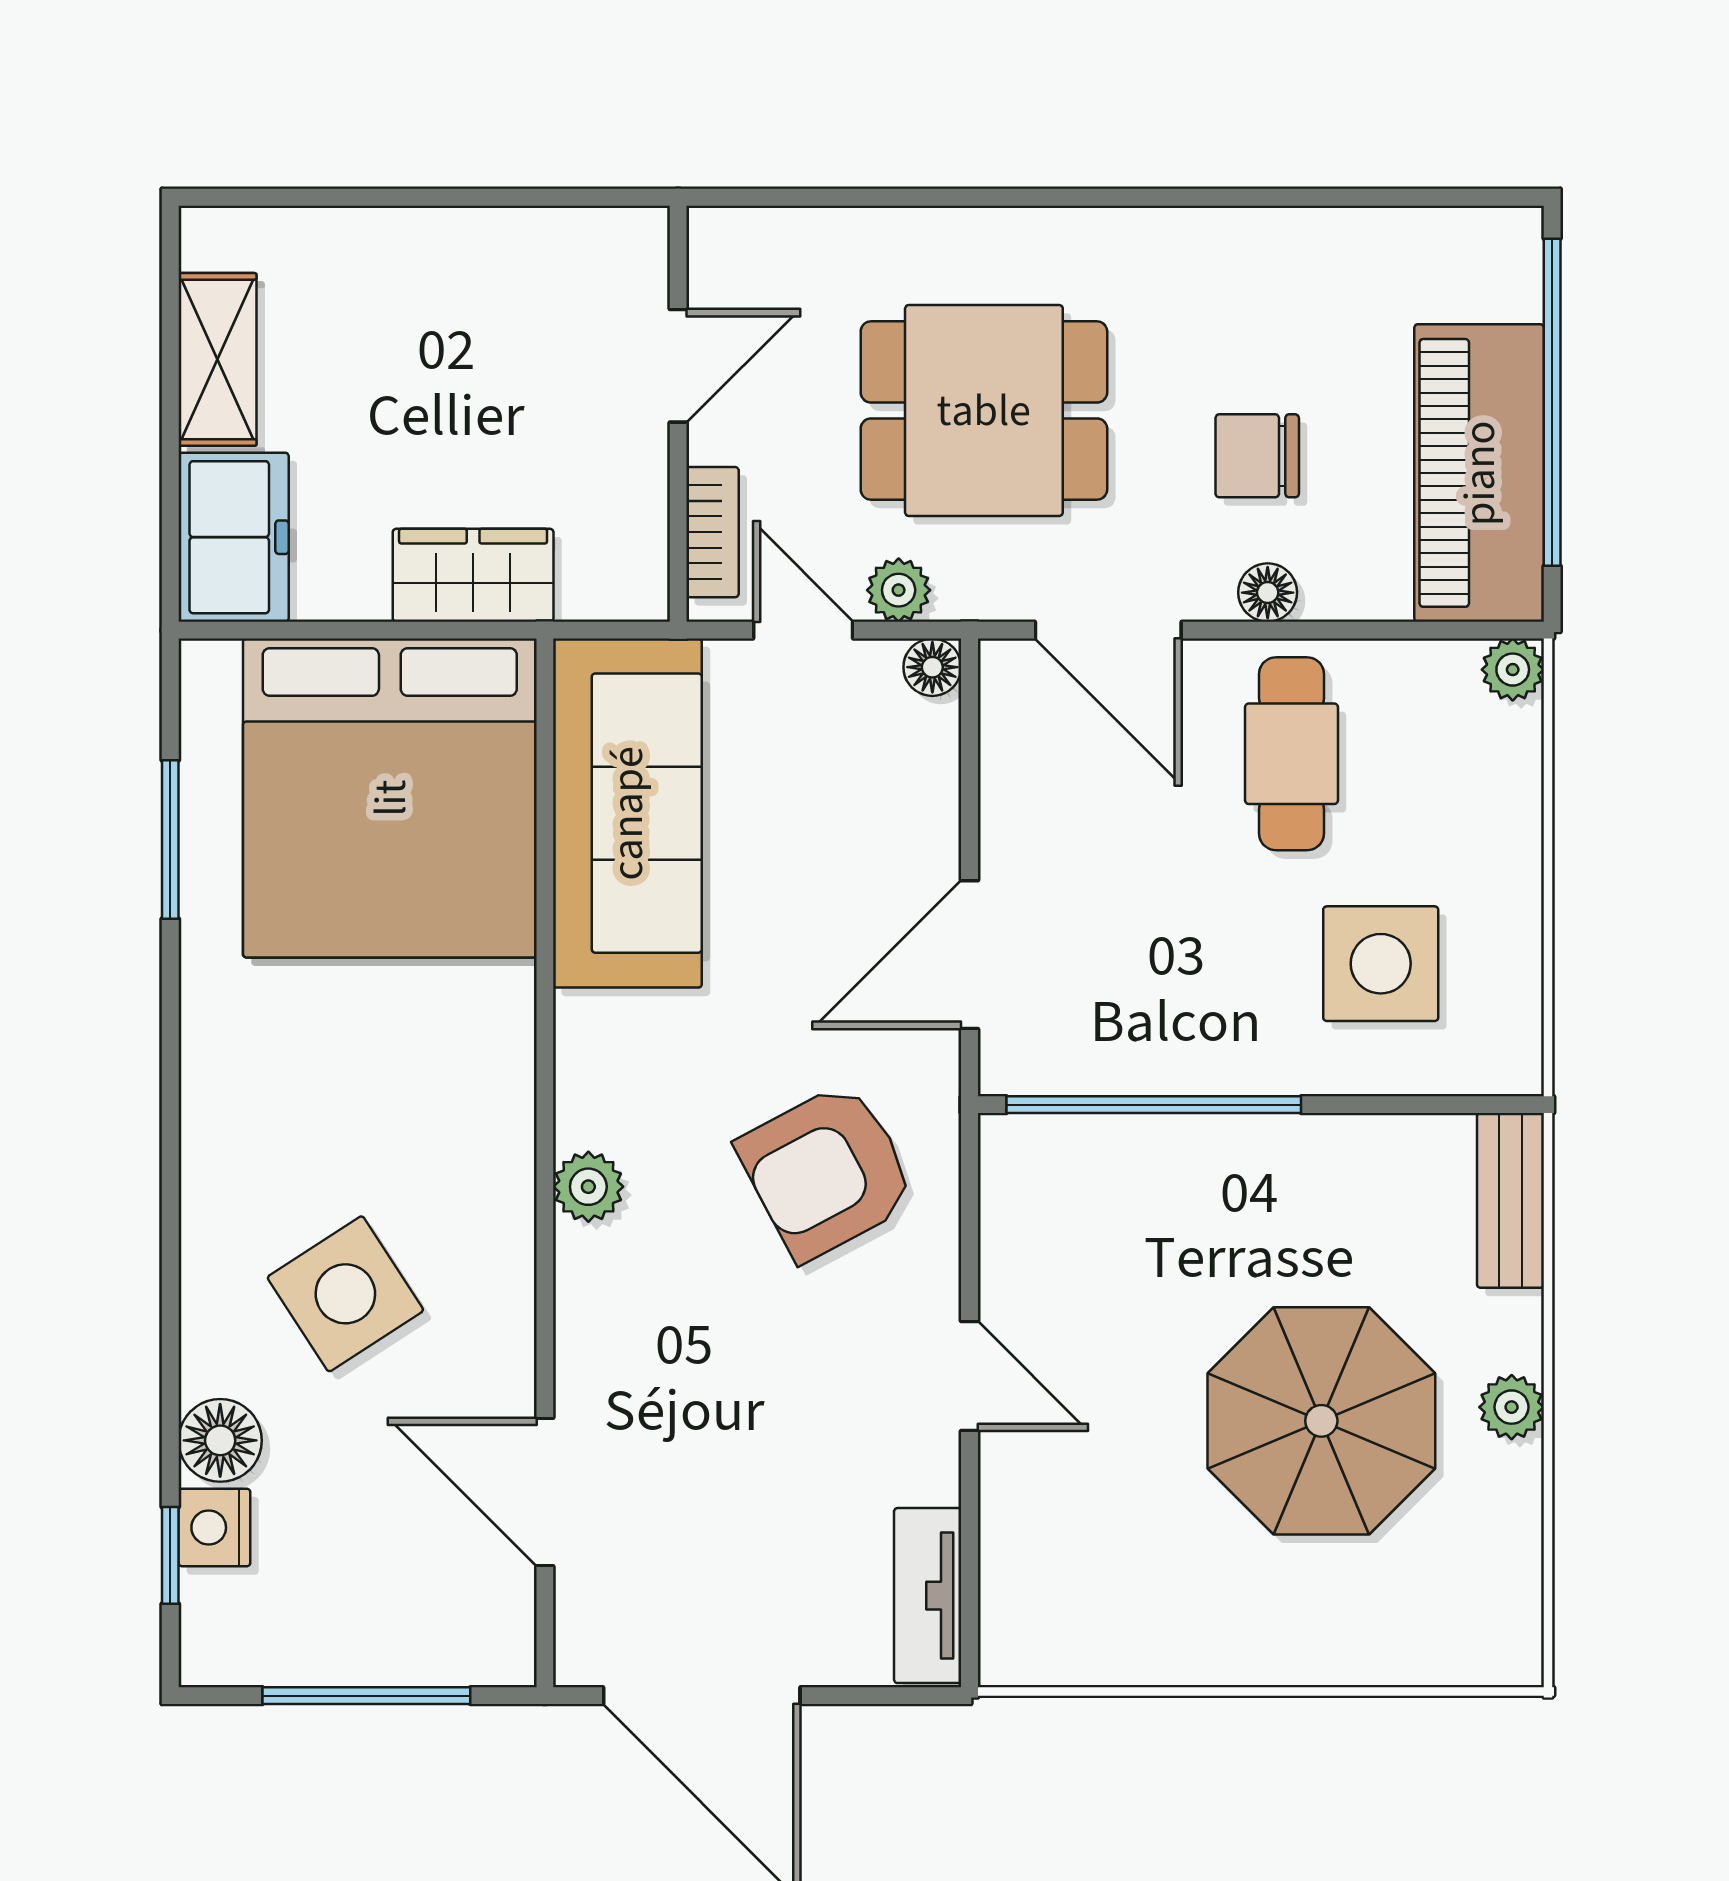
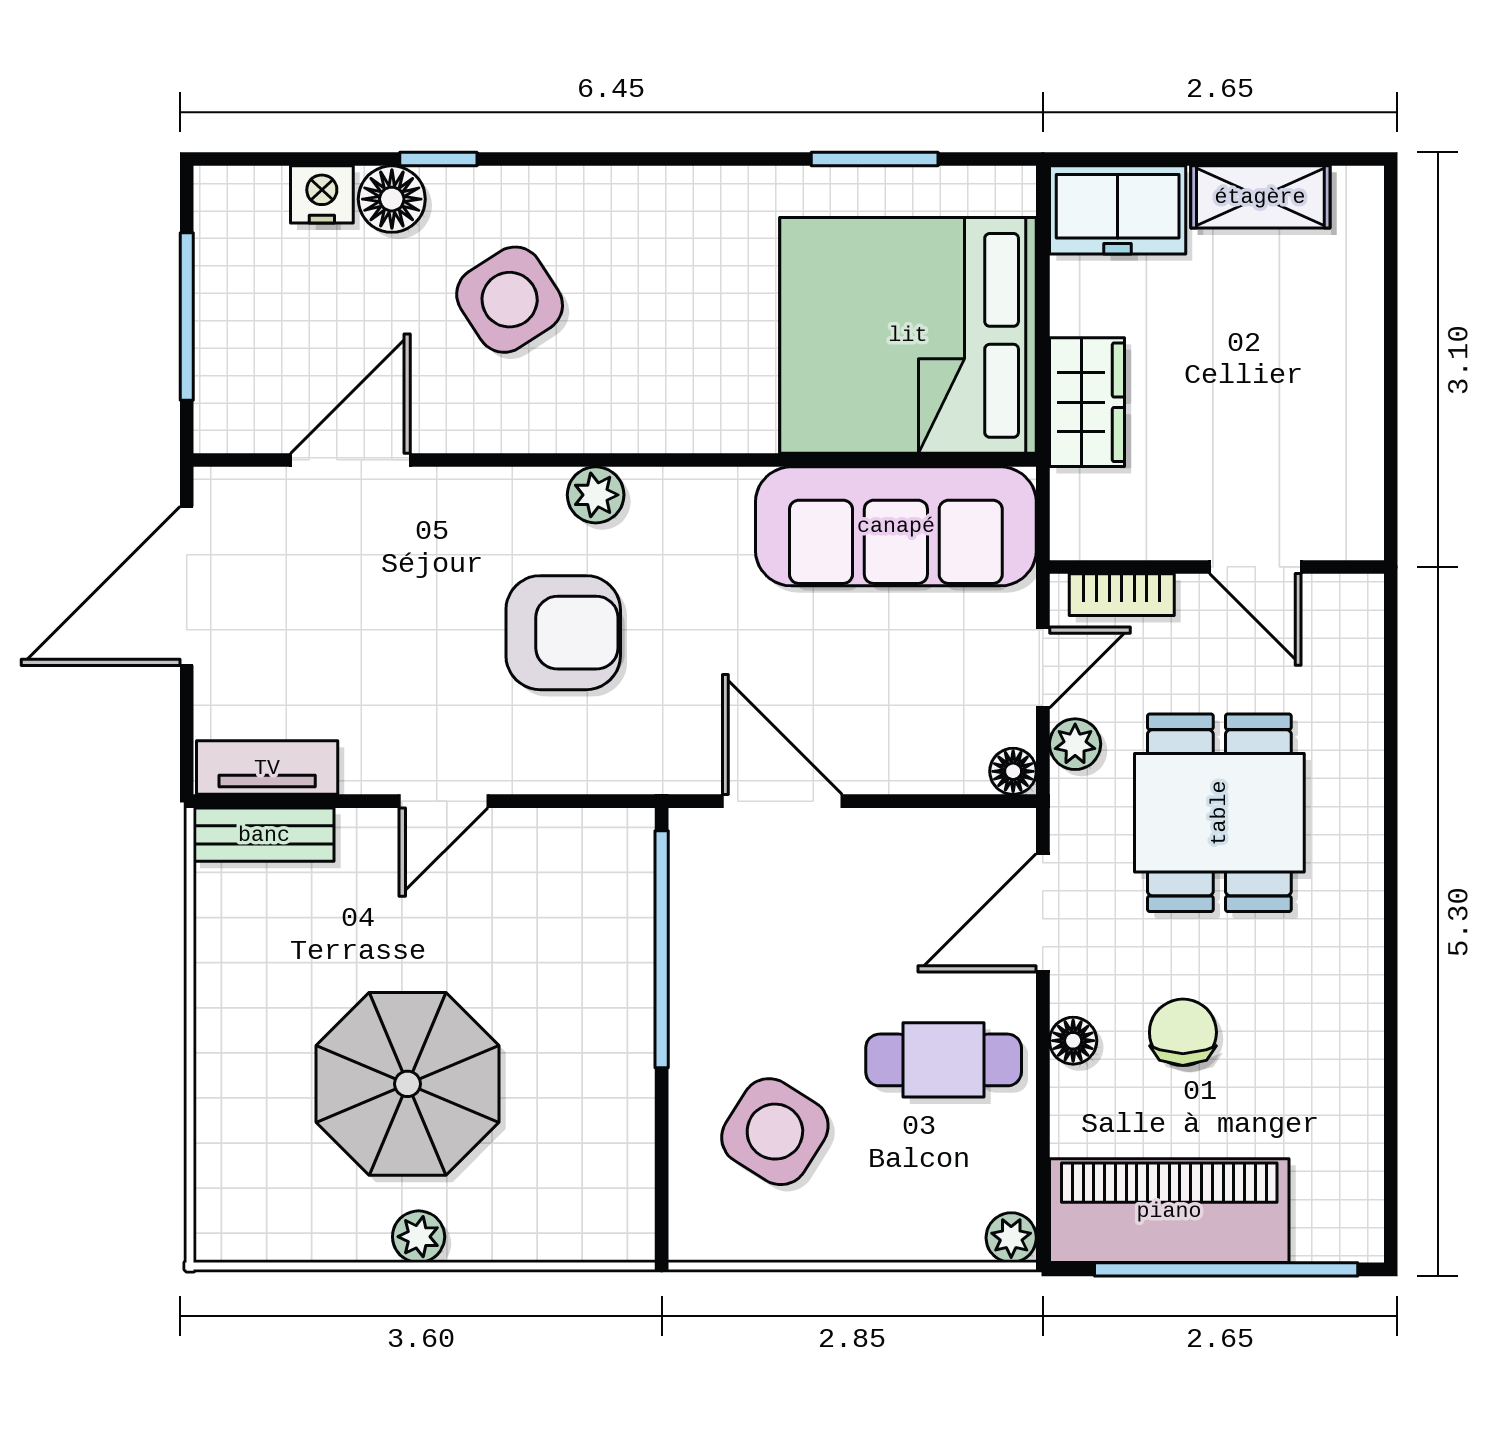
side table: (1381, 964) -> (775, 1132), turned 32
armchair: (827, 1171) -> (563, 633), moved, turned 118
bench: (1510, 1200) -> (264, 835), moved
window: (170, 1555) -> (438, 159), moved

